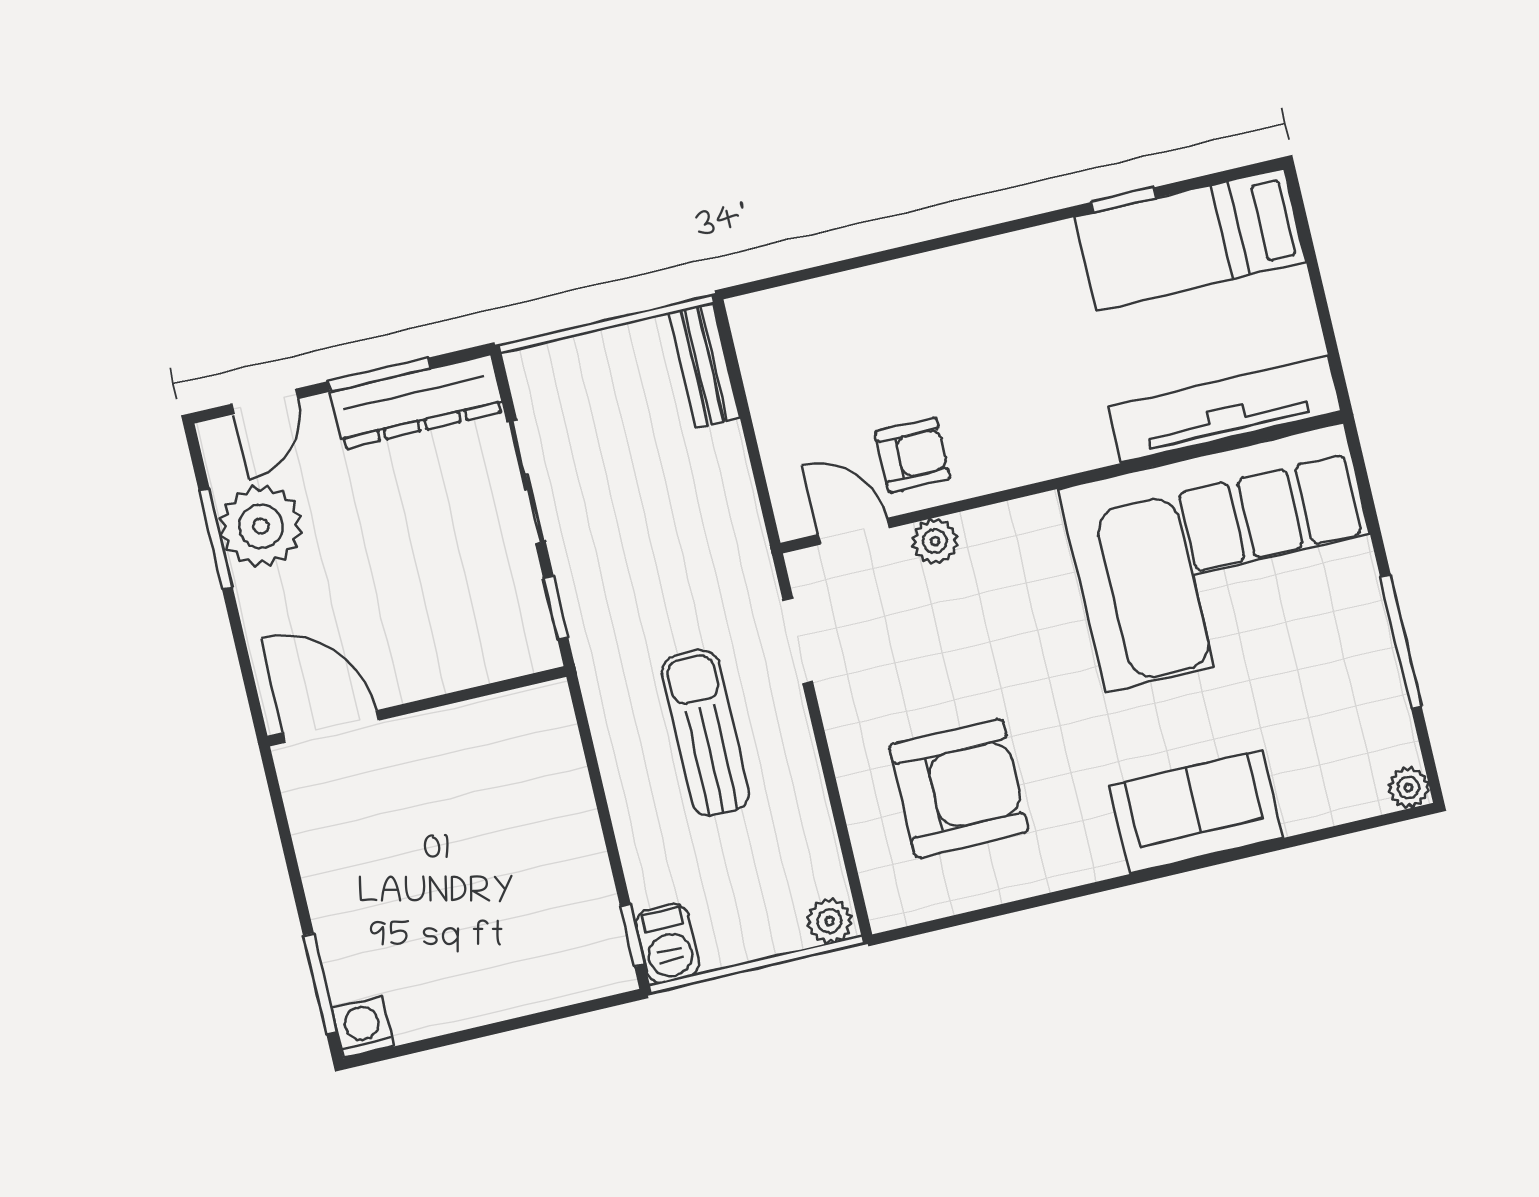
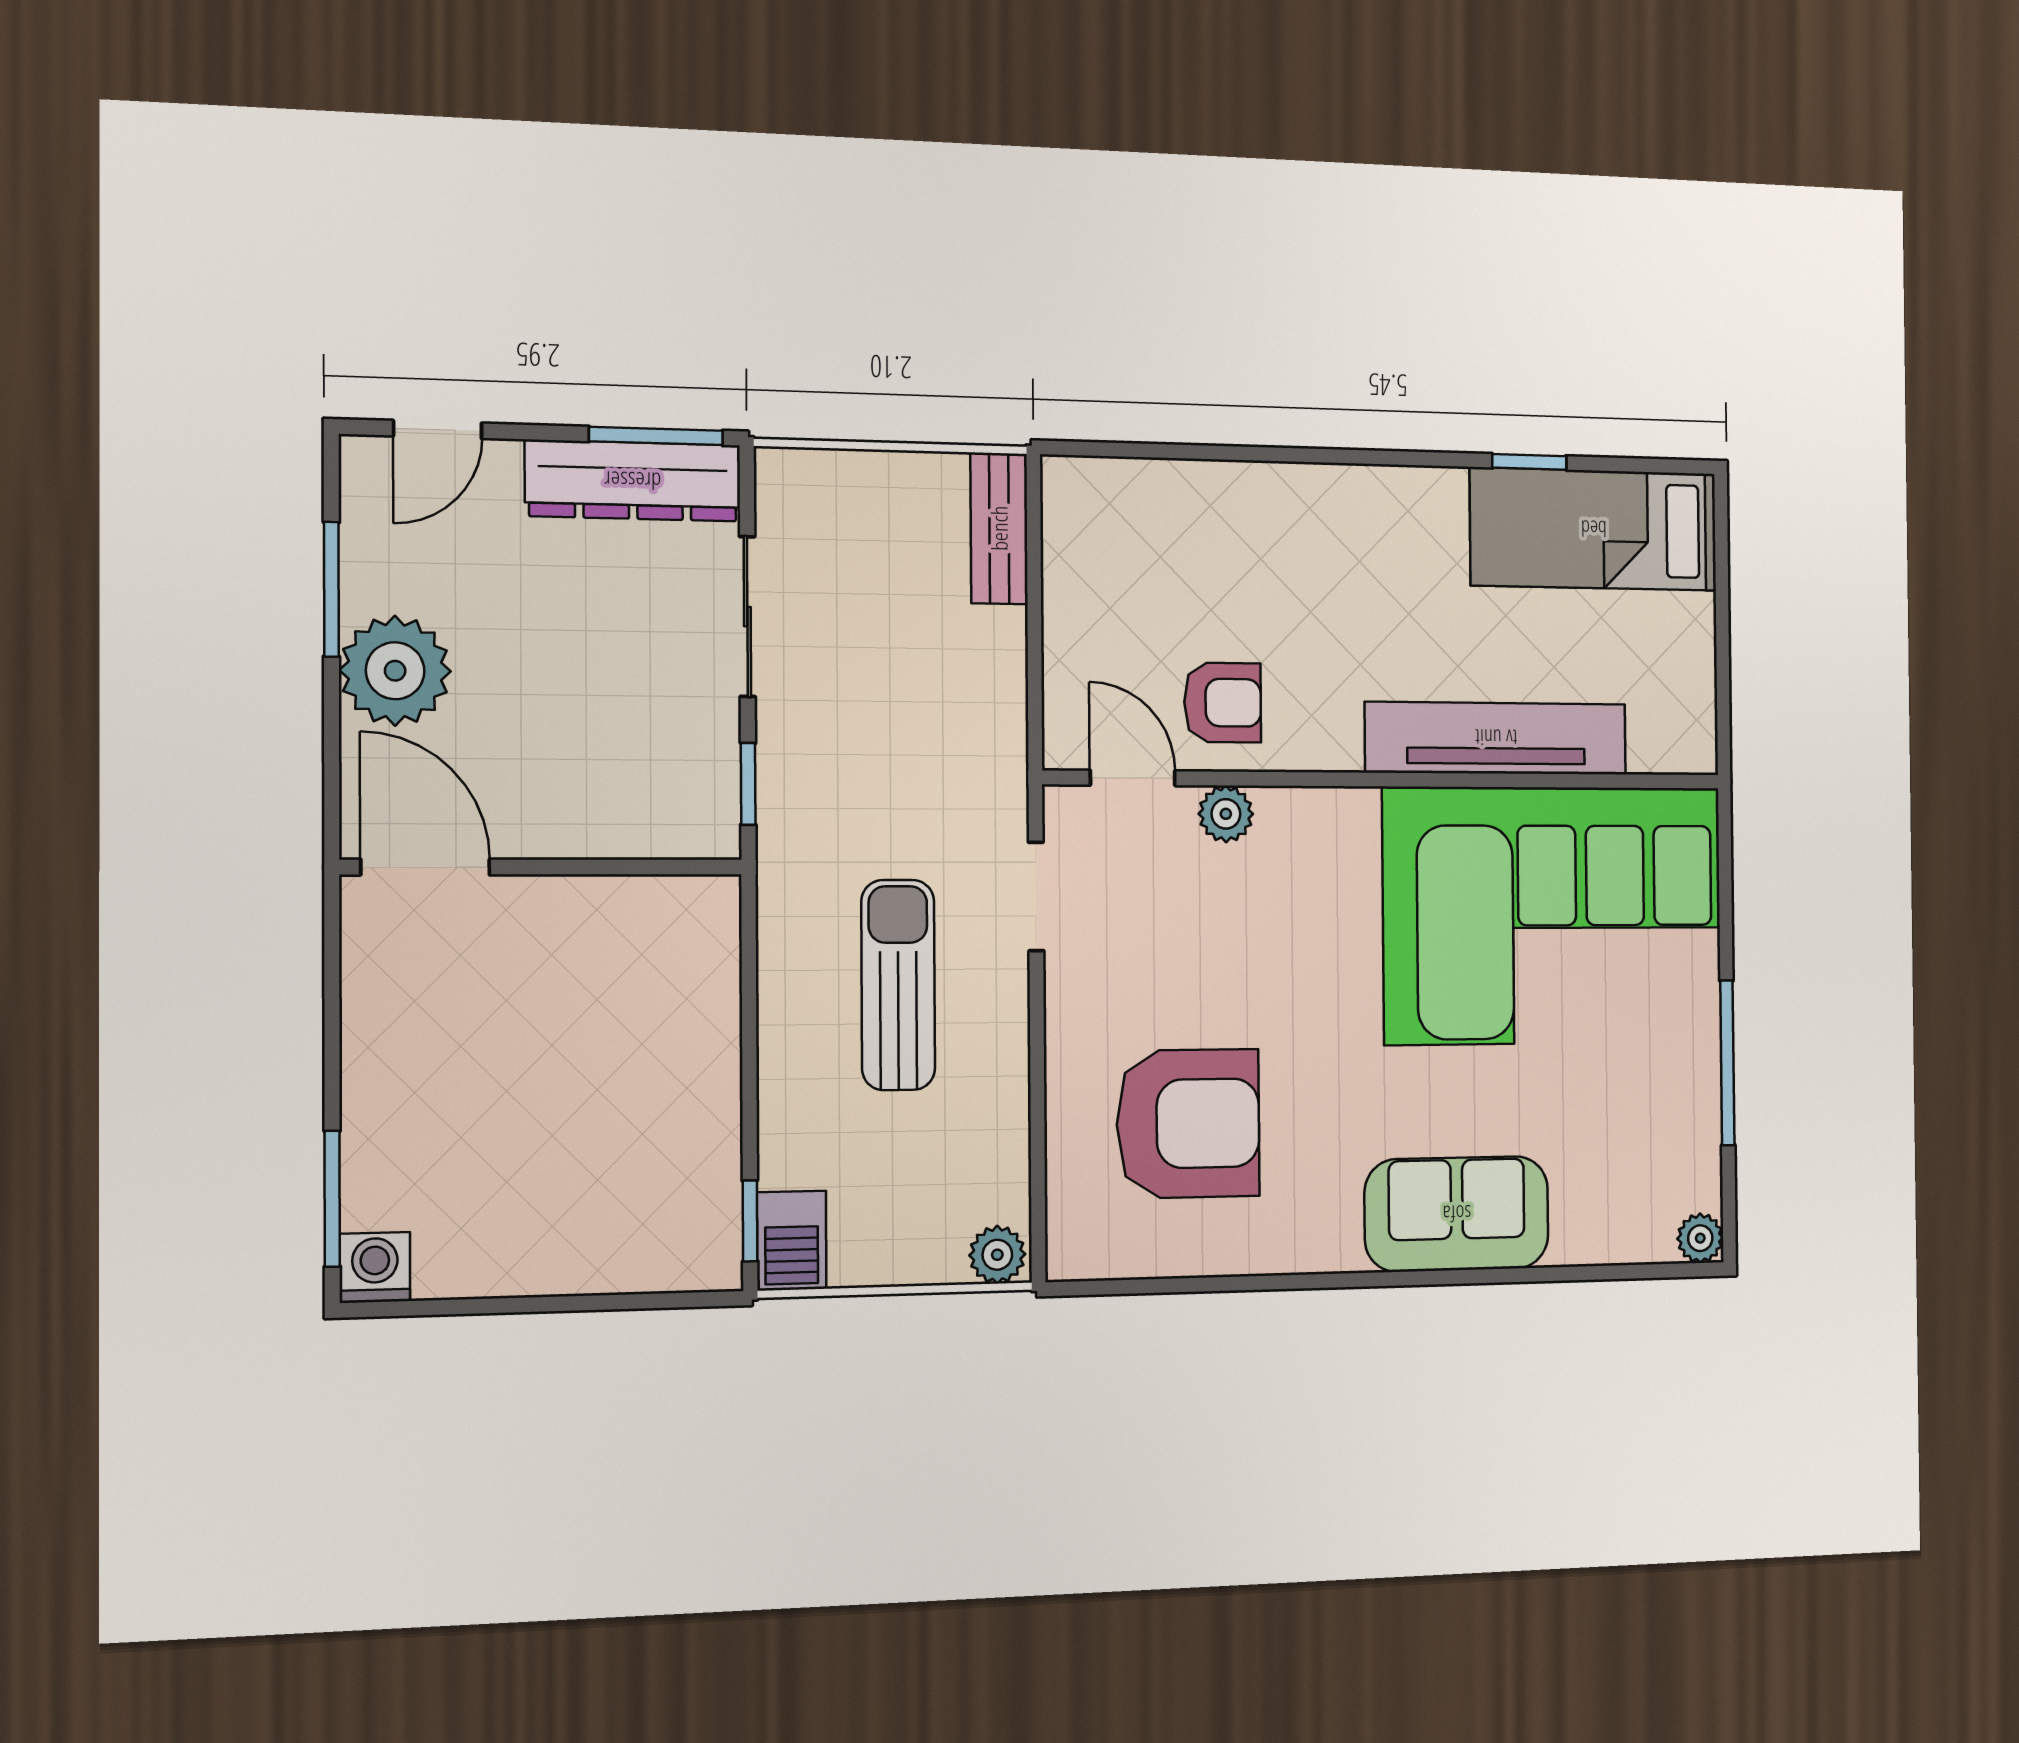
window: (379, 375) -> (656, 436), moved
tv unit: (1225, 409) -> (1496, 738), moved
plant: (261, 526) -> (395, 671), moved

